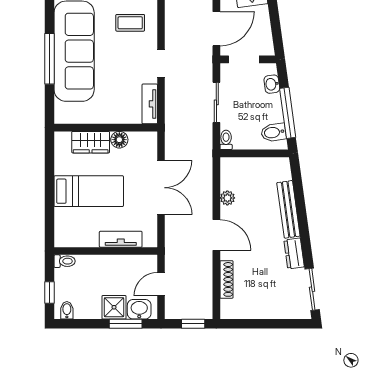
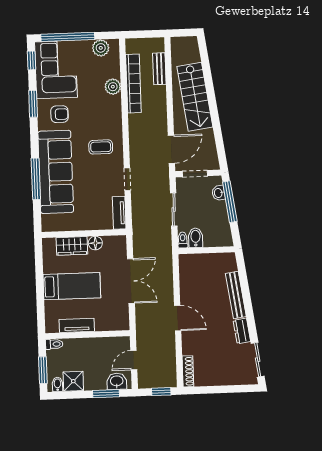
window: (288, 113) -> (230, 202), moved
bidet: (274, 132) -> (196, 238), moved, turned 98
plant: (227, 198) -> (186, 287), removed
tv unit: (121, 239) -> (77, 325), moved
shoe rack: (226, 279) -> (188, 371), moved
window: (50, 292) -> (43, 370), width x1.50
shower: (114, 307) -> (73, 381), moved

